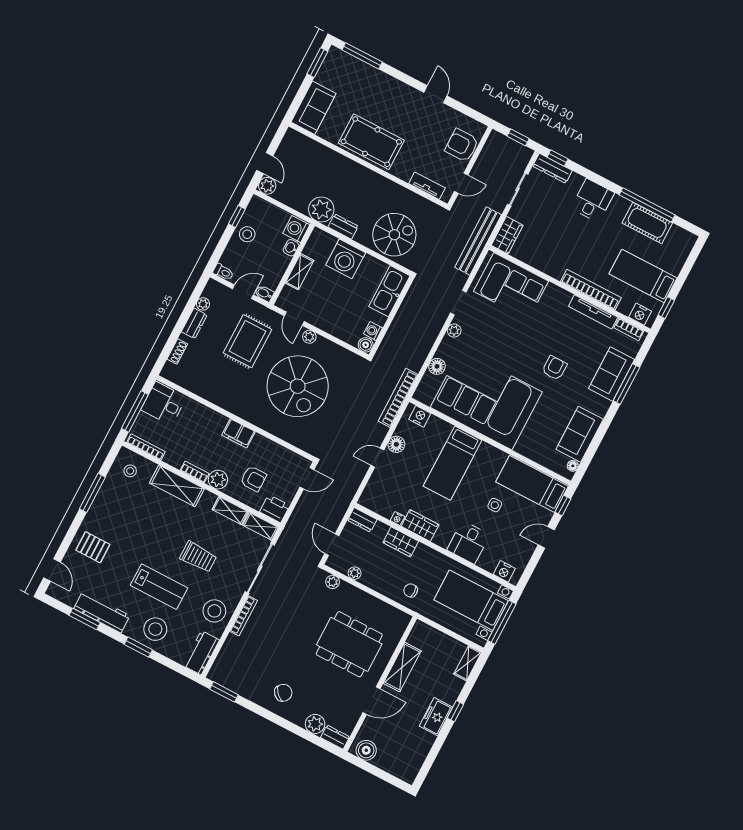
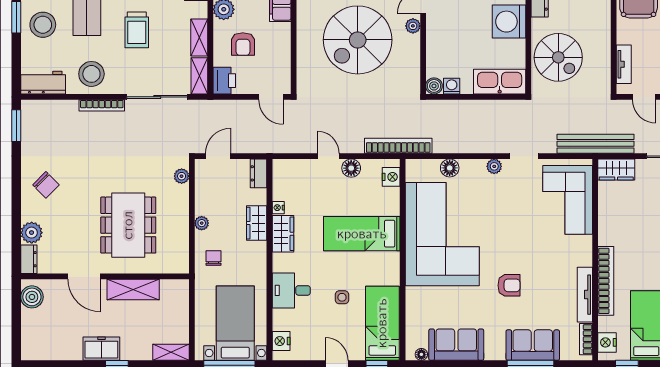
plant: (355, 573) -> (202, 223), moved

